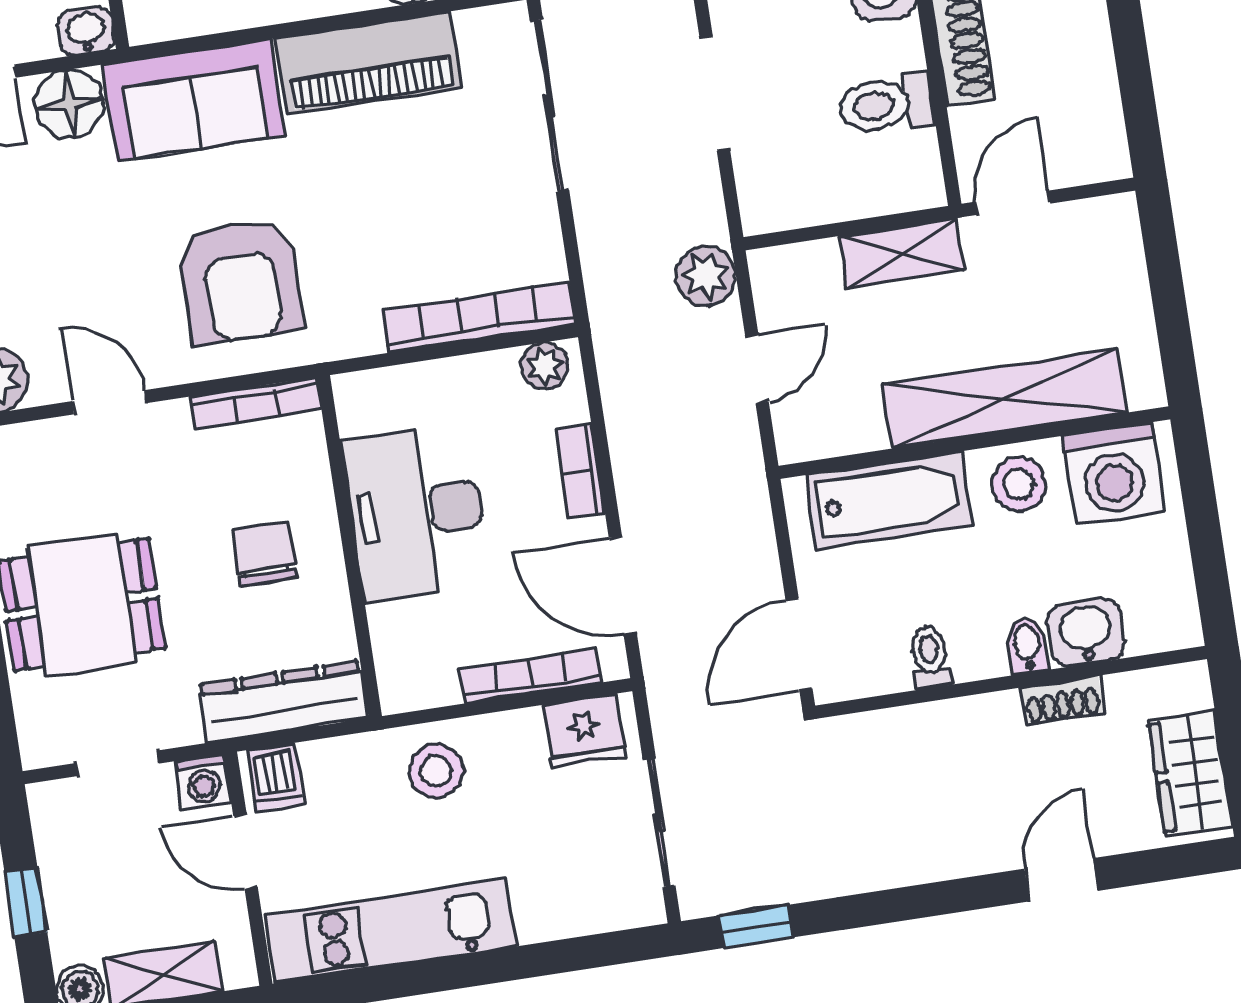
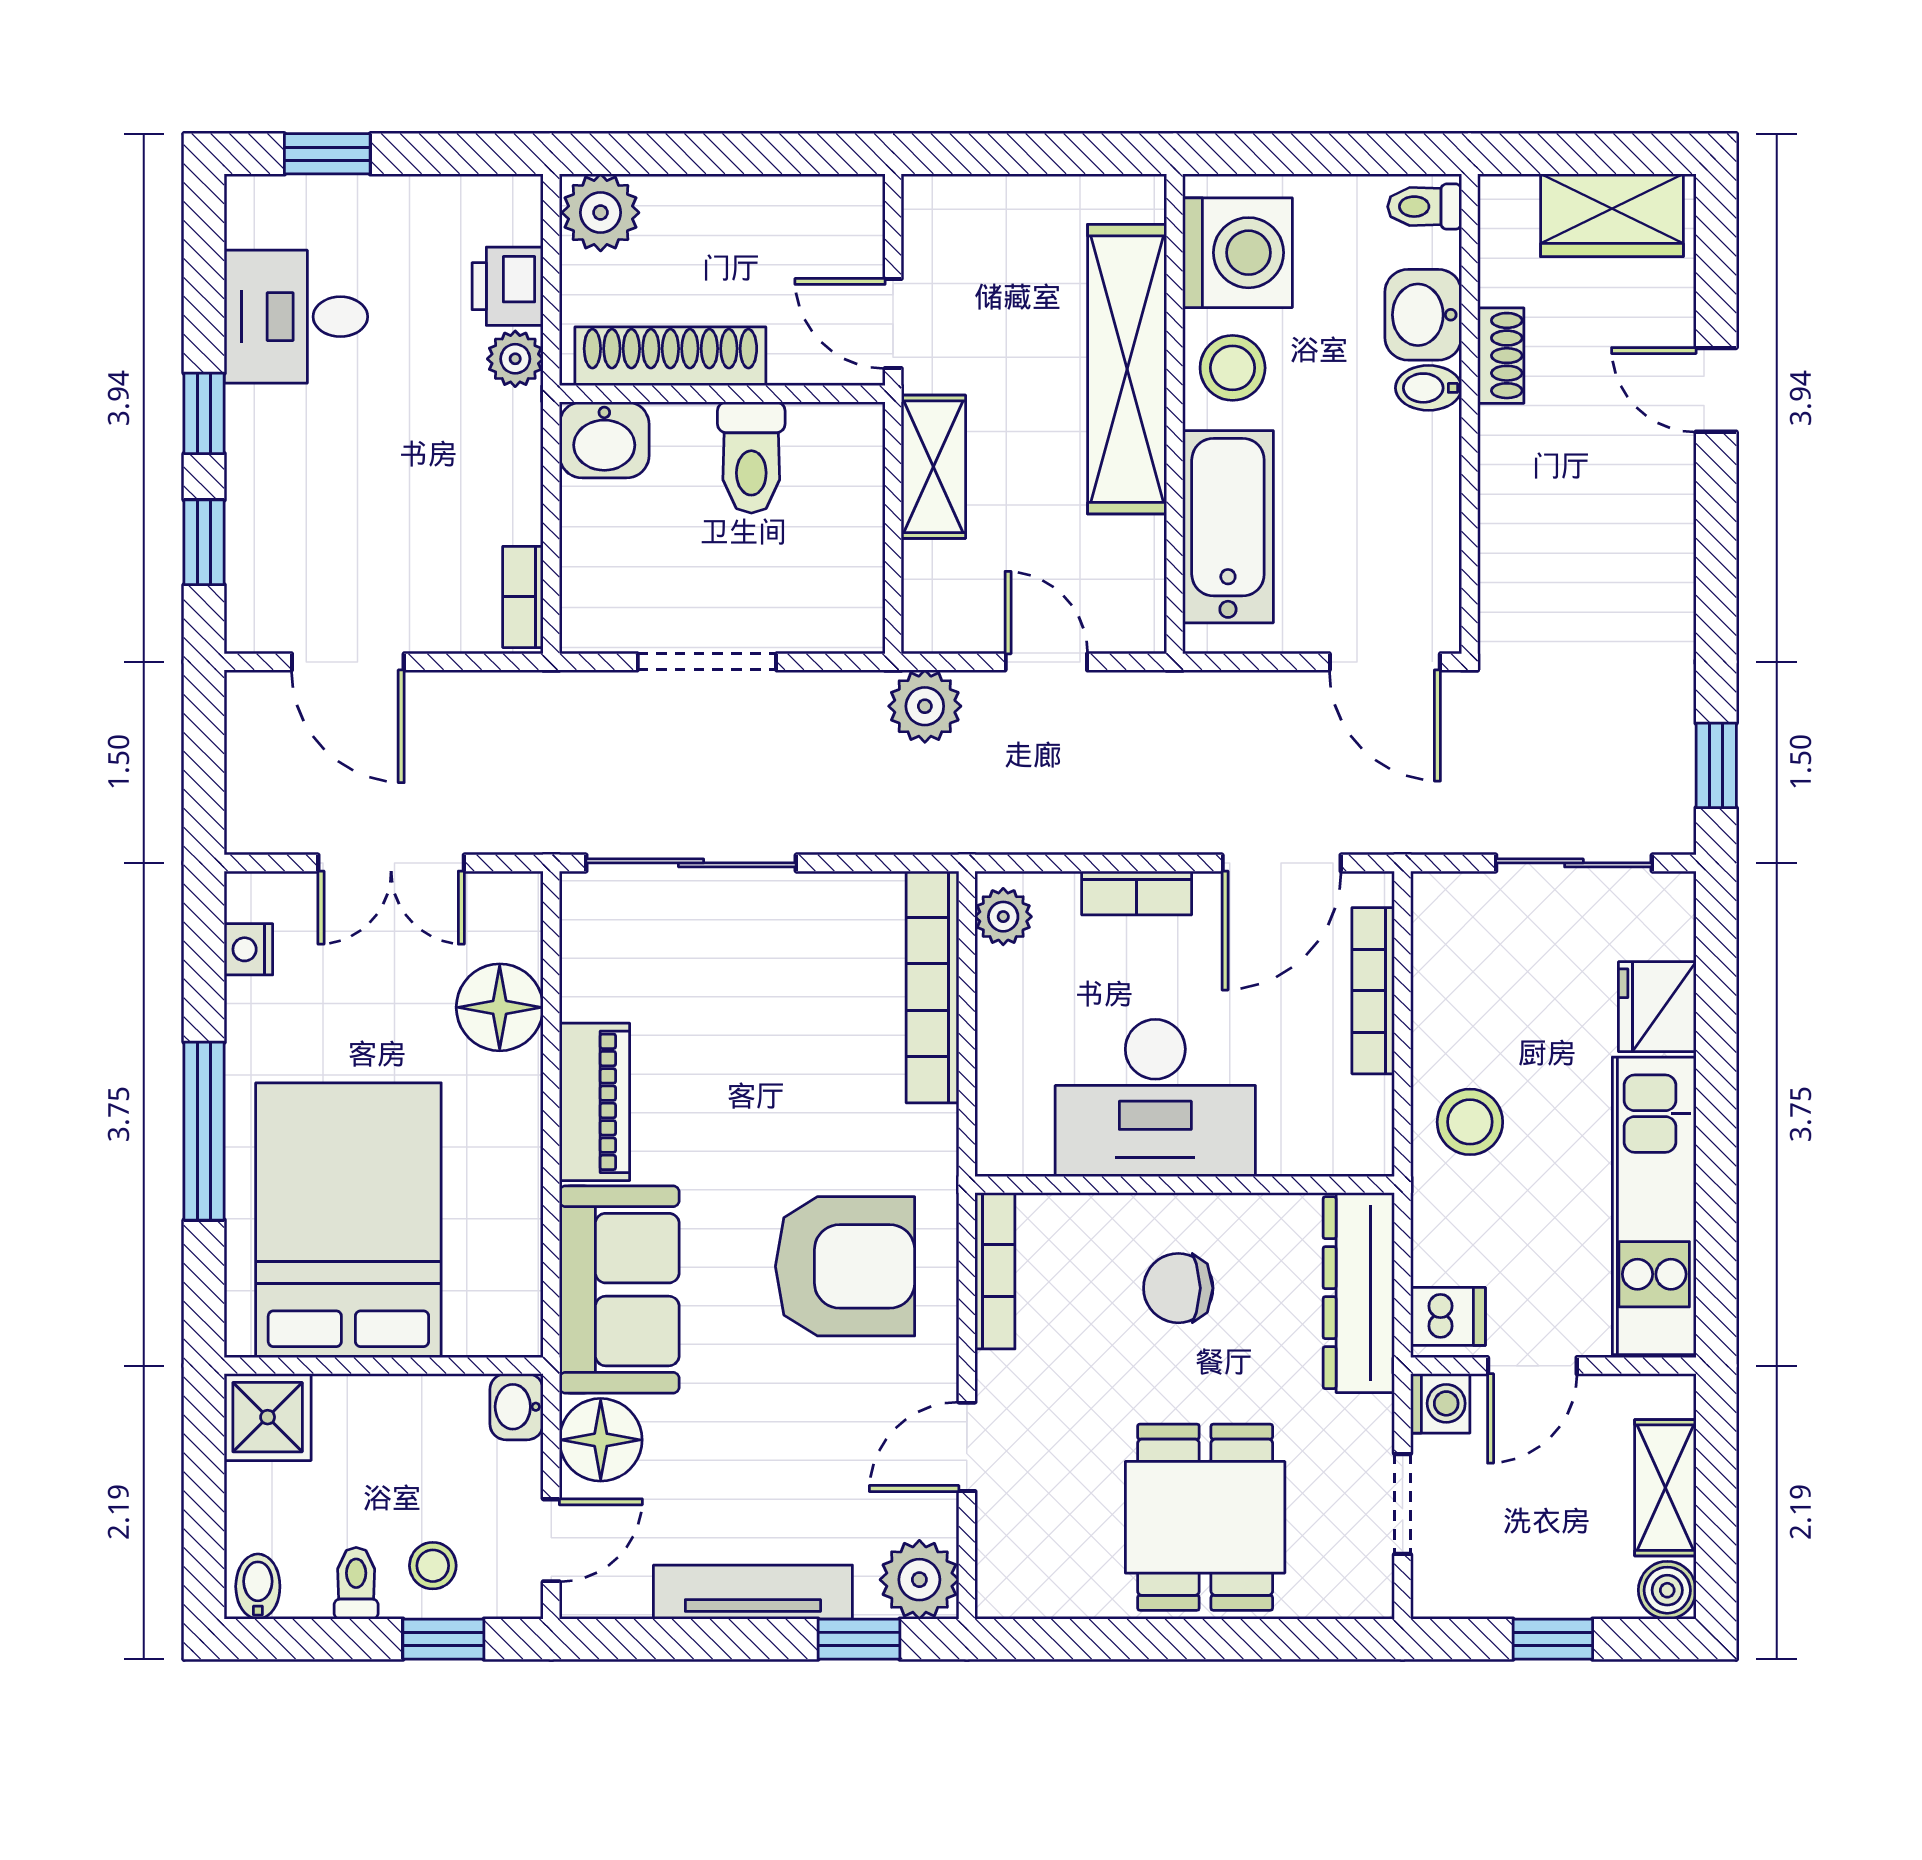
piano: (368, 63) -> (595, 1102), width x0.73, depth x0.75
toilet: (930, 657) -> (1425, 207), moved
fridge: (584, 731) -> (1657, 1007), moved, turned 180

